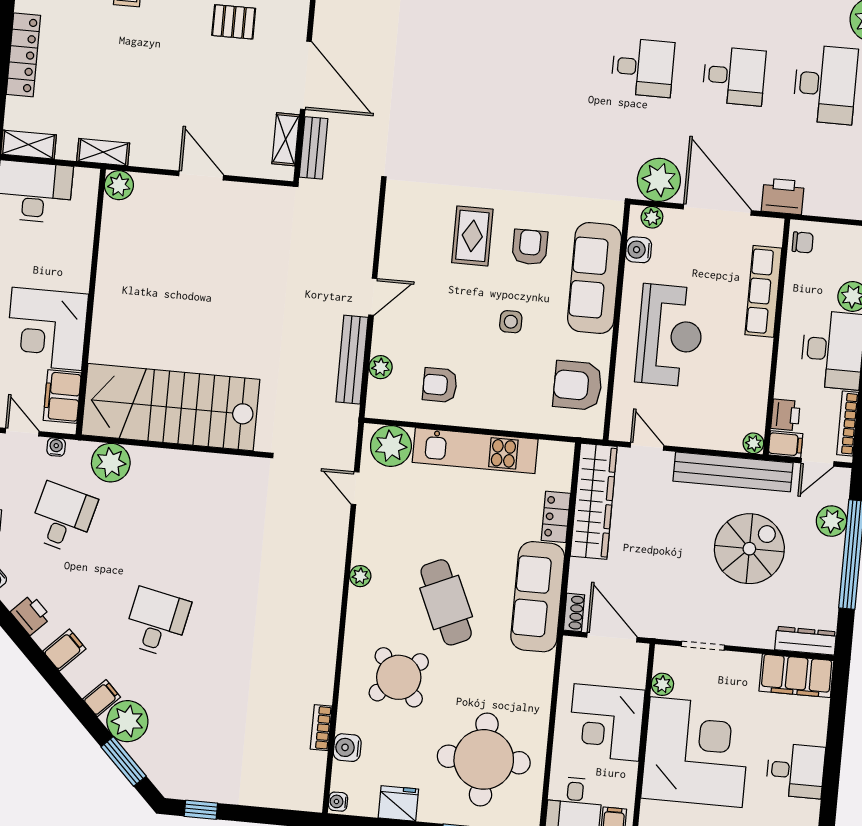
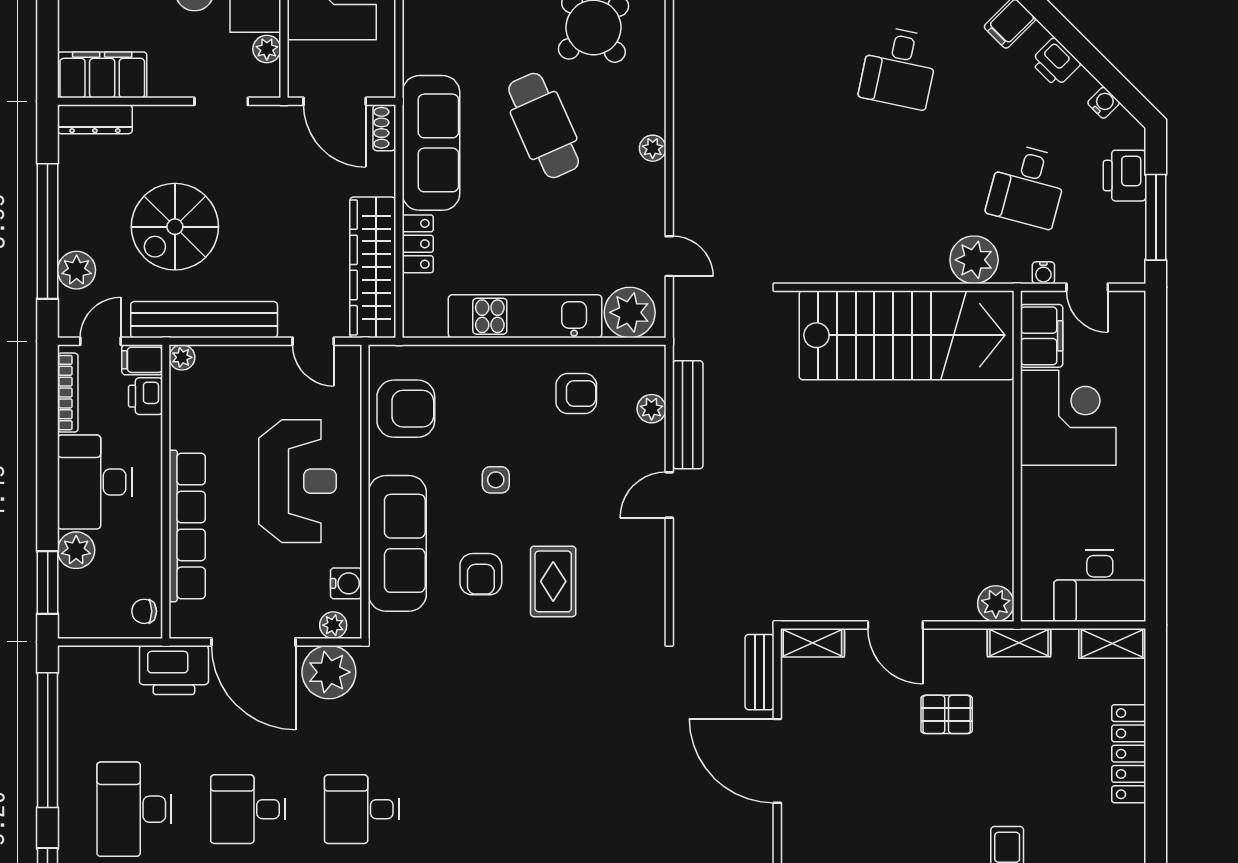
pallet: (234, 22) -> (947, 714), moved
shelving: (286, 139) -> (812, 643), moved, turned 90
printer: (783, 196) -> (174, 670), width x1.37, depth x1.19
row of seats: (763, 291) -> (187, 526), width x1.36
reception desk: (670, 335) -> (298, 481), turned 180

